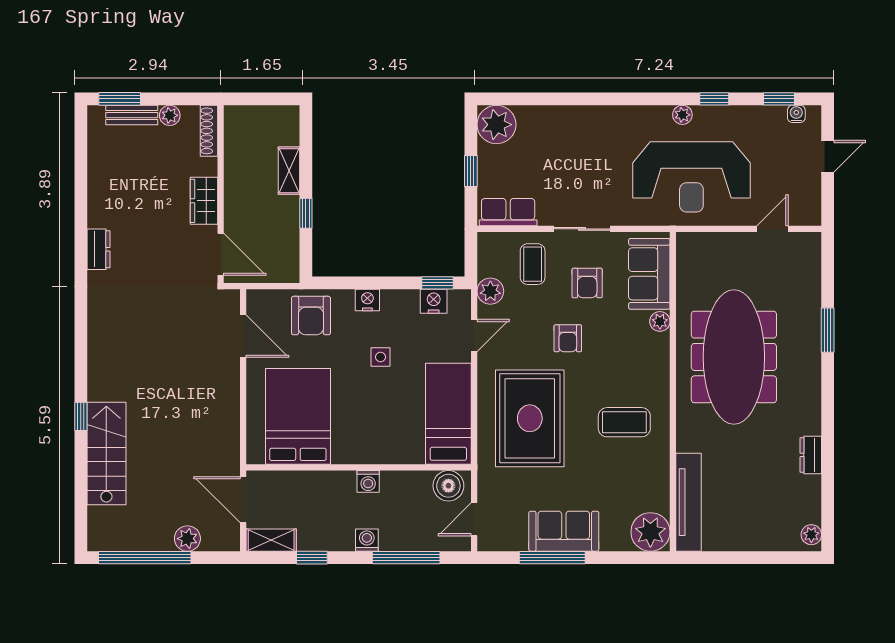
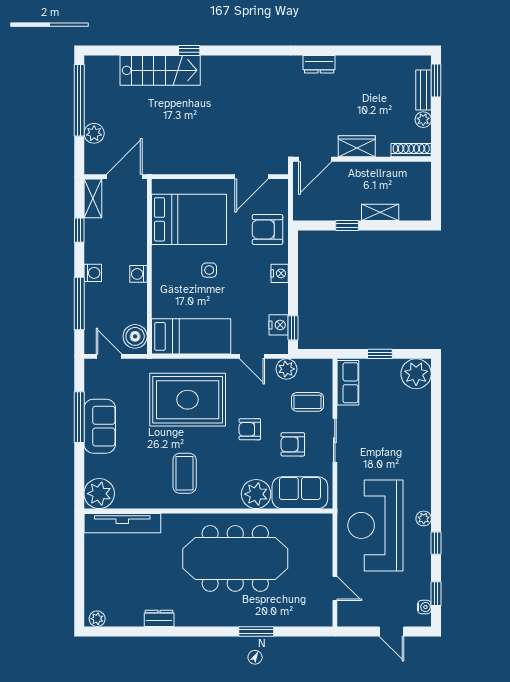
plant: (660, 321) -> (256, 494), width x1.88, depth x1.88
side table: (380, 357) -> (209, 270), moved

